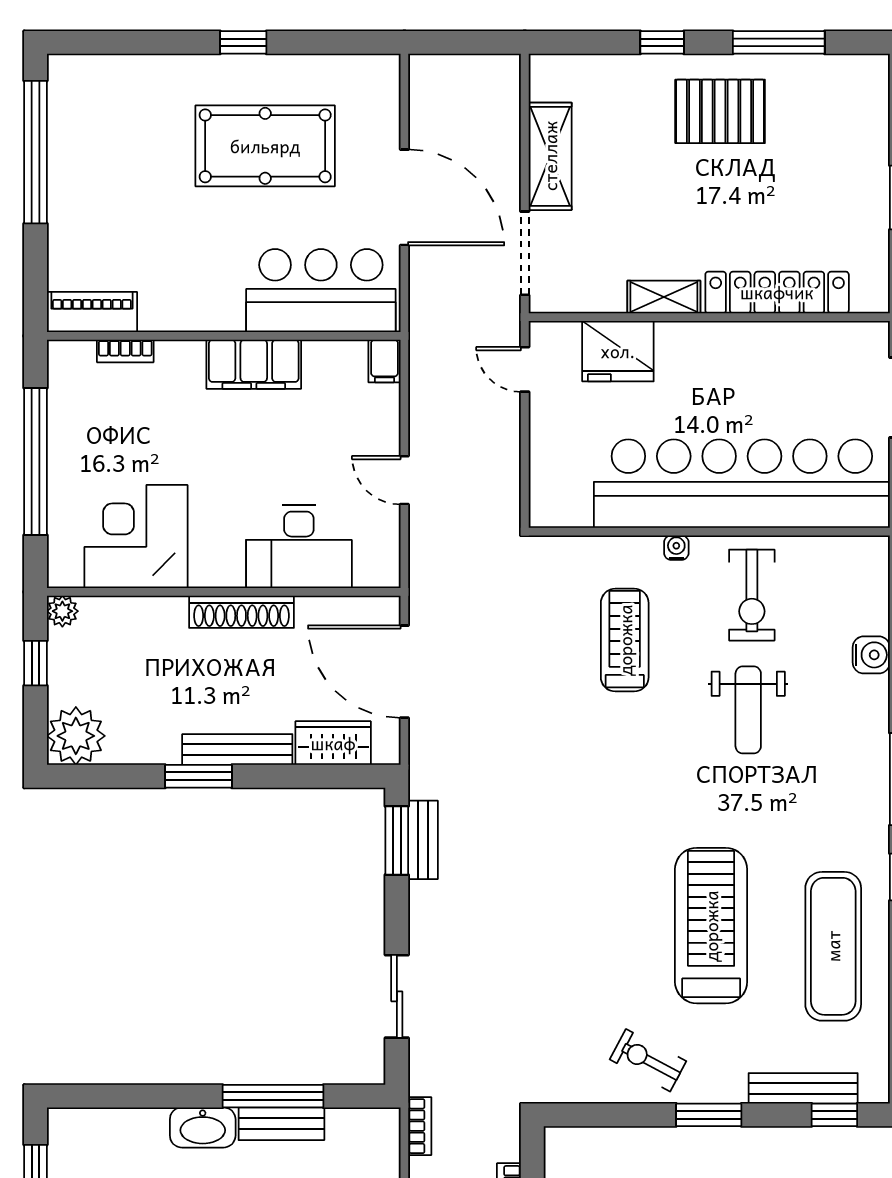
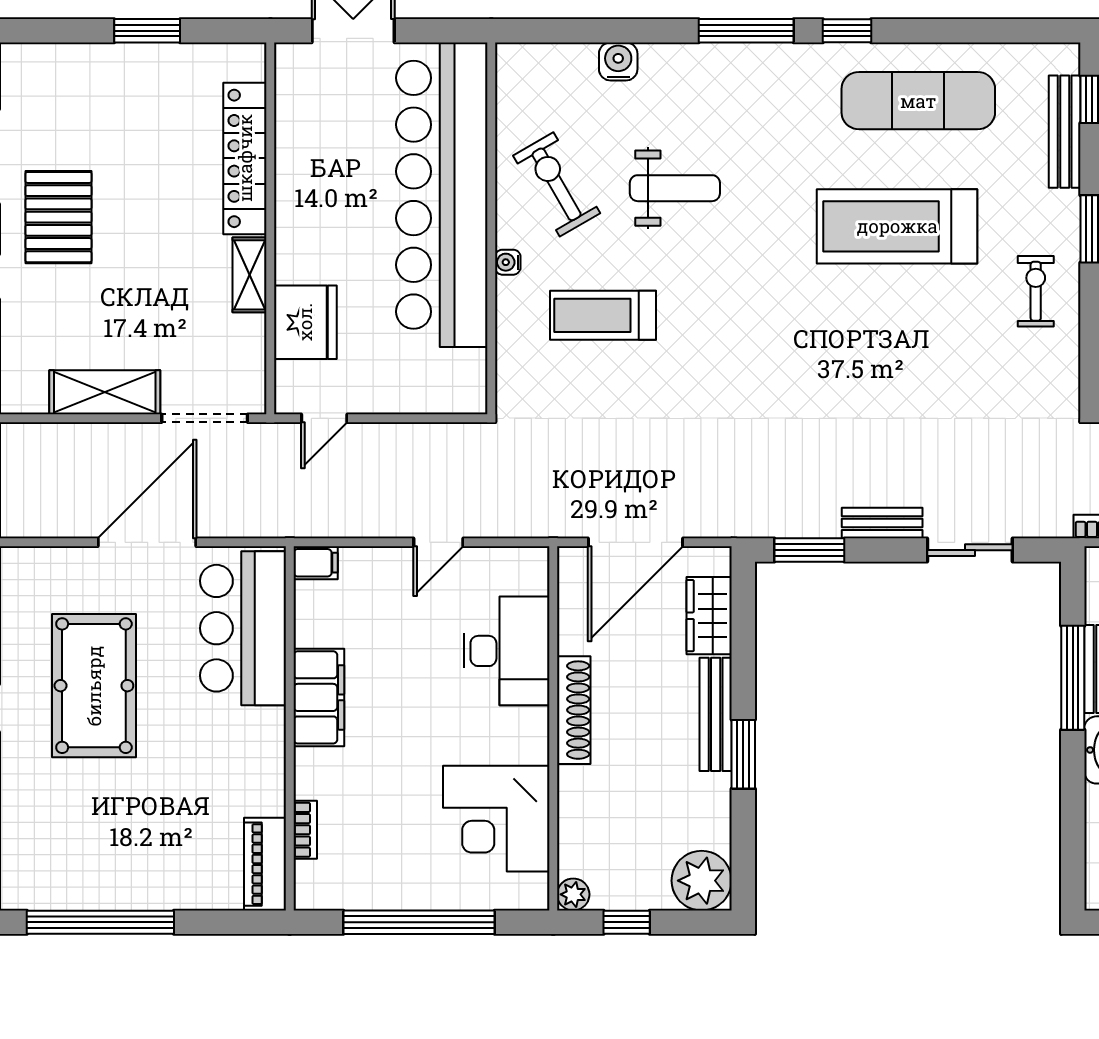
exercise bike: (752, 595) -> (557, 184), turned -120
bench: (423, 840) -> (882, 523), moved
exercise bike: (648, 1060) -> (1036, 291), turned 152

